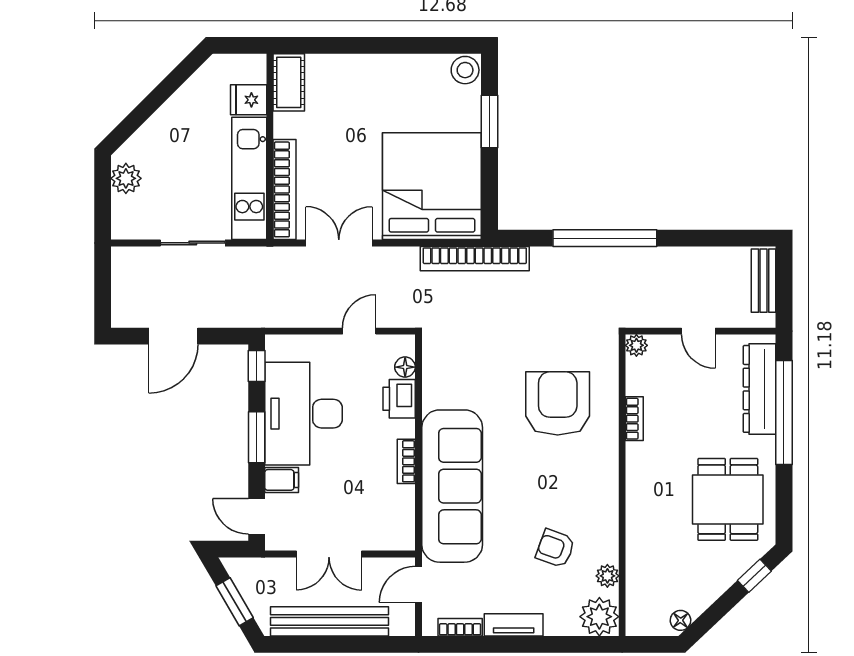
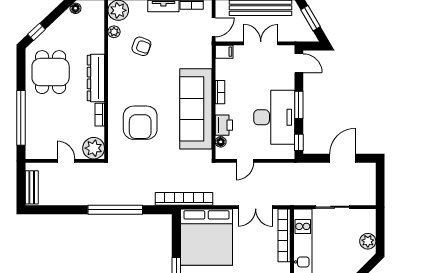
plant: (636, 345) -> (94, 148), width x1.88, depth x1.88
dresser: (760, 389) -> (96, 78), moved, turned 180
filing cabinet: (282, 480) -> (224, 52), moved, turned 180
sofa: (452, 486) -> (196, 109), moved

